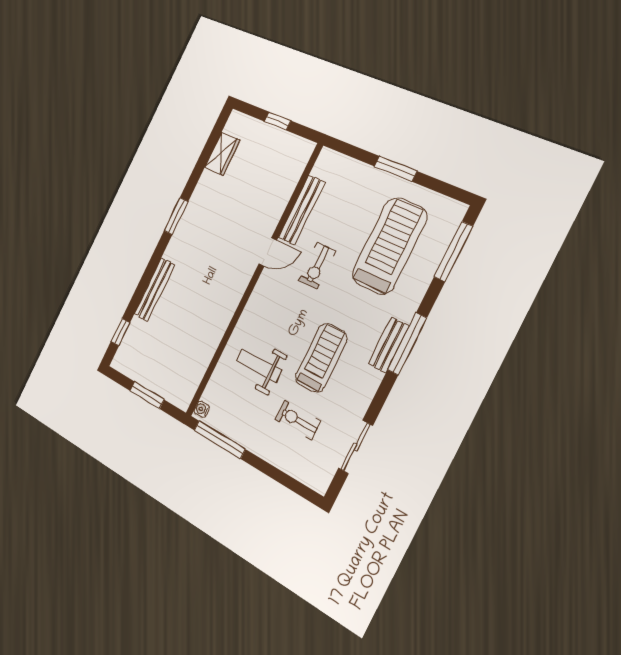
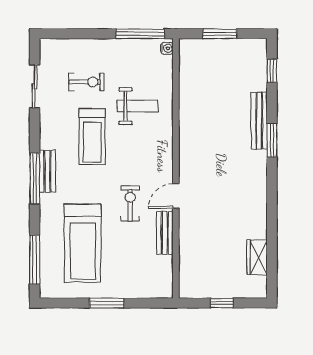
bench: (302, 210) -> (165, 233), width x0.73
window: (176, 216) -> (272, 140), moved

